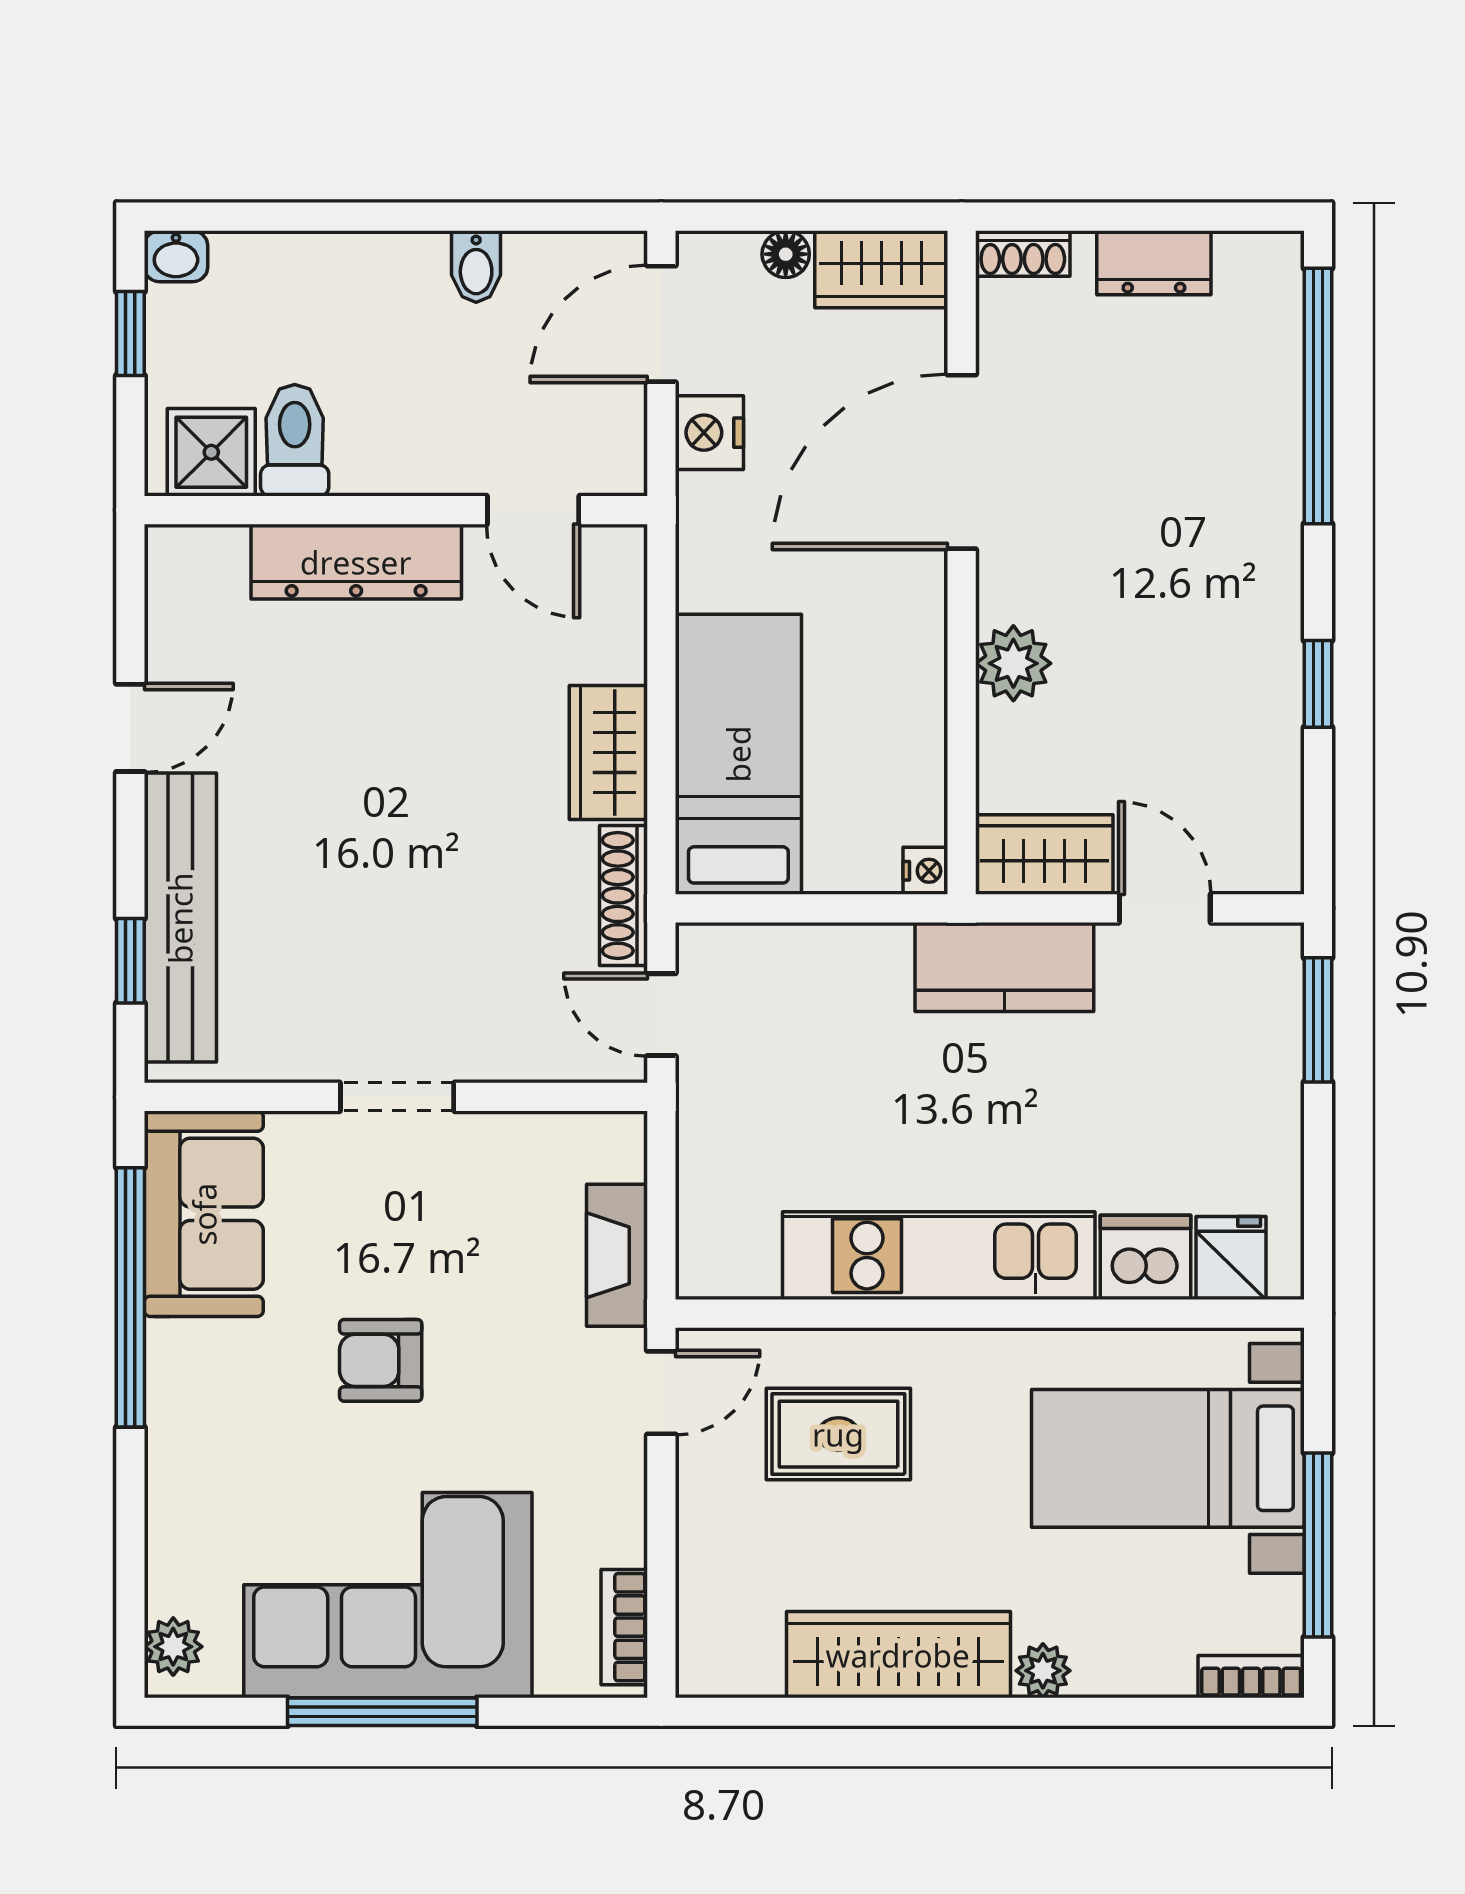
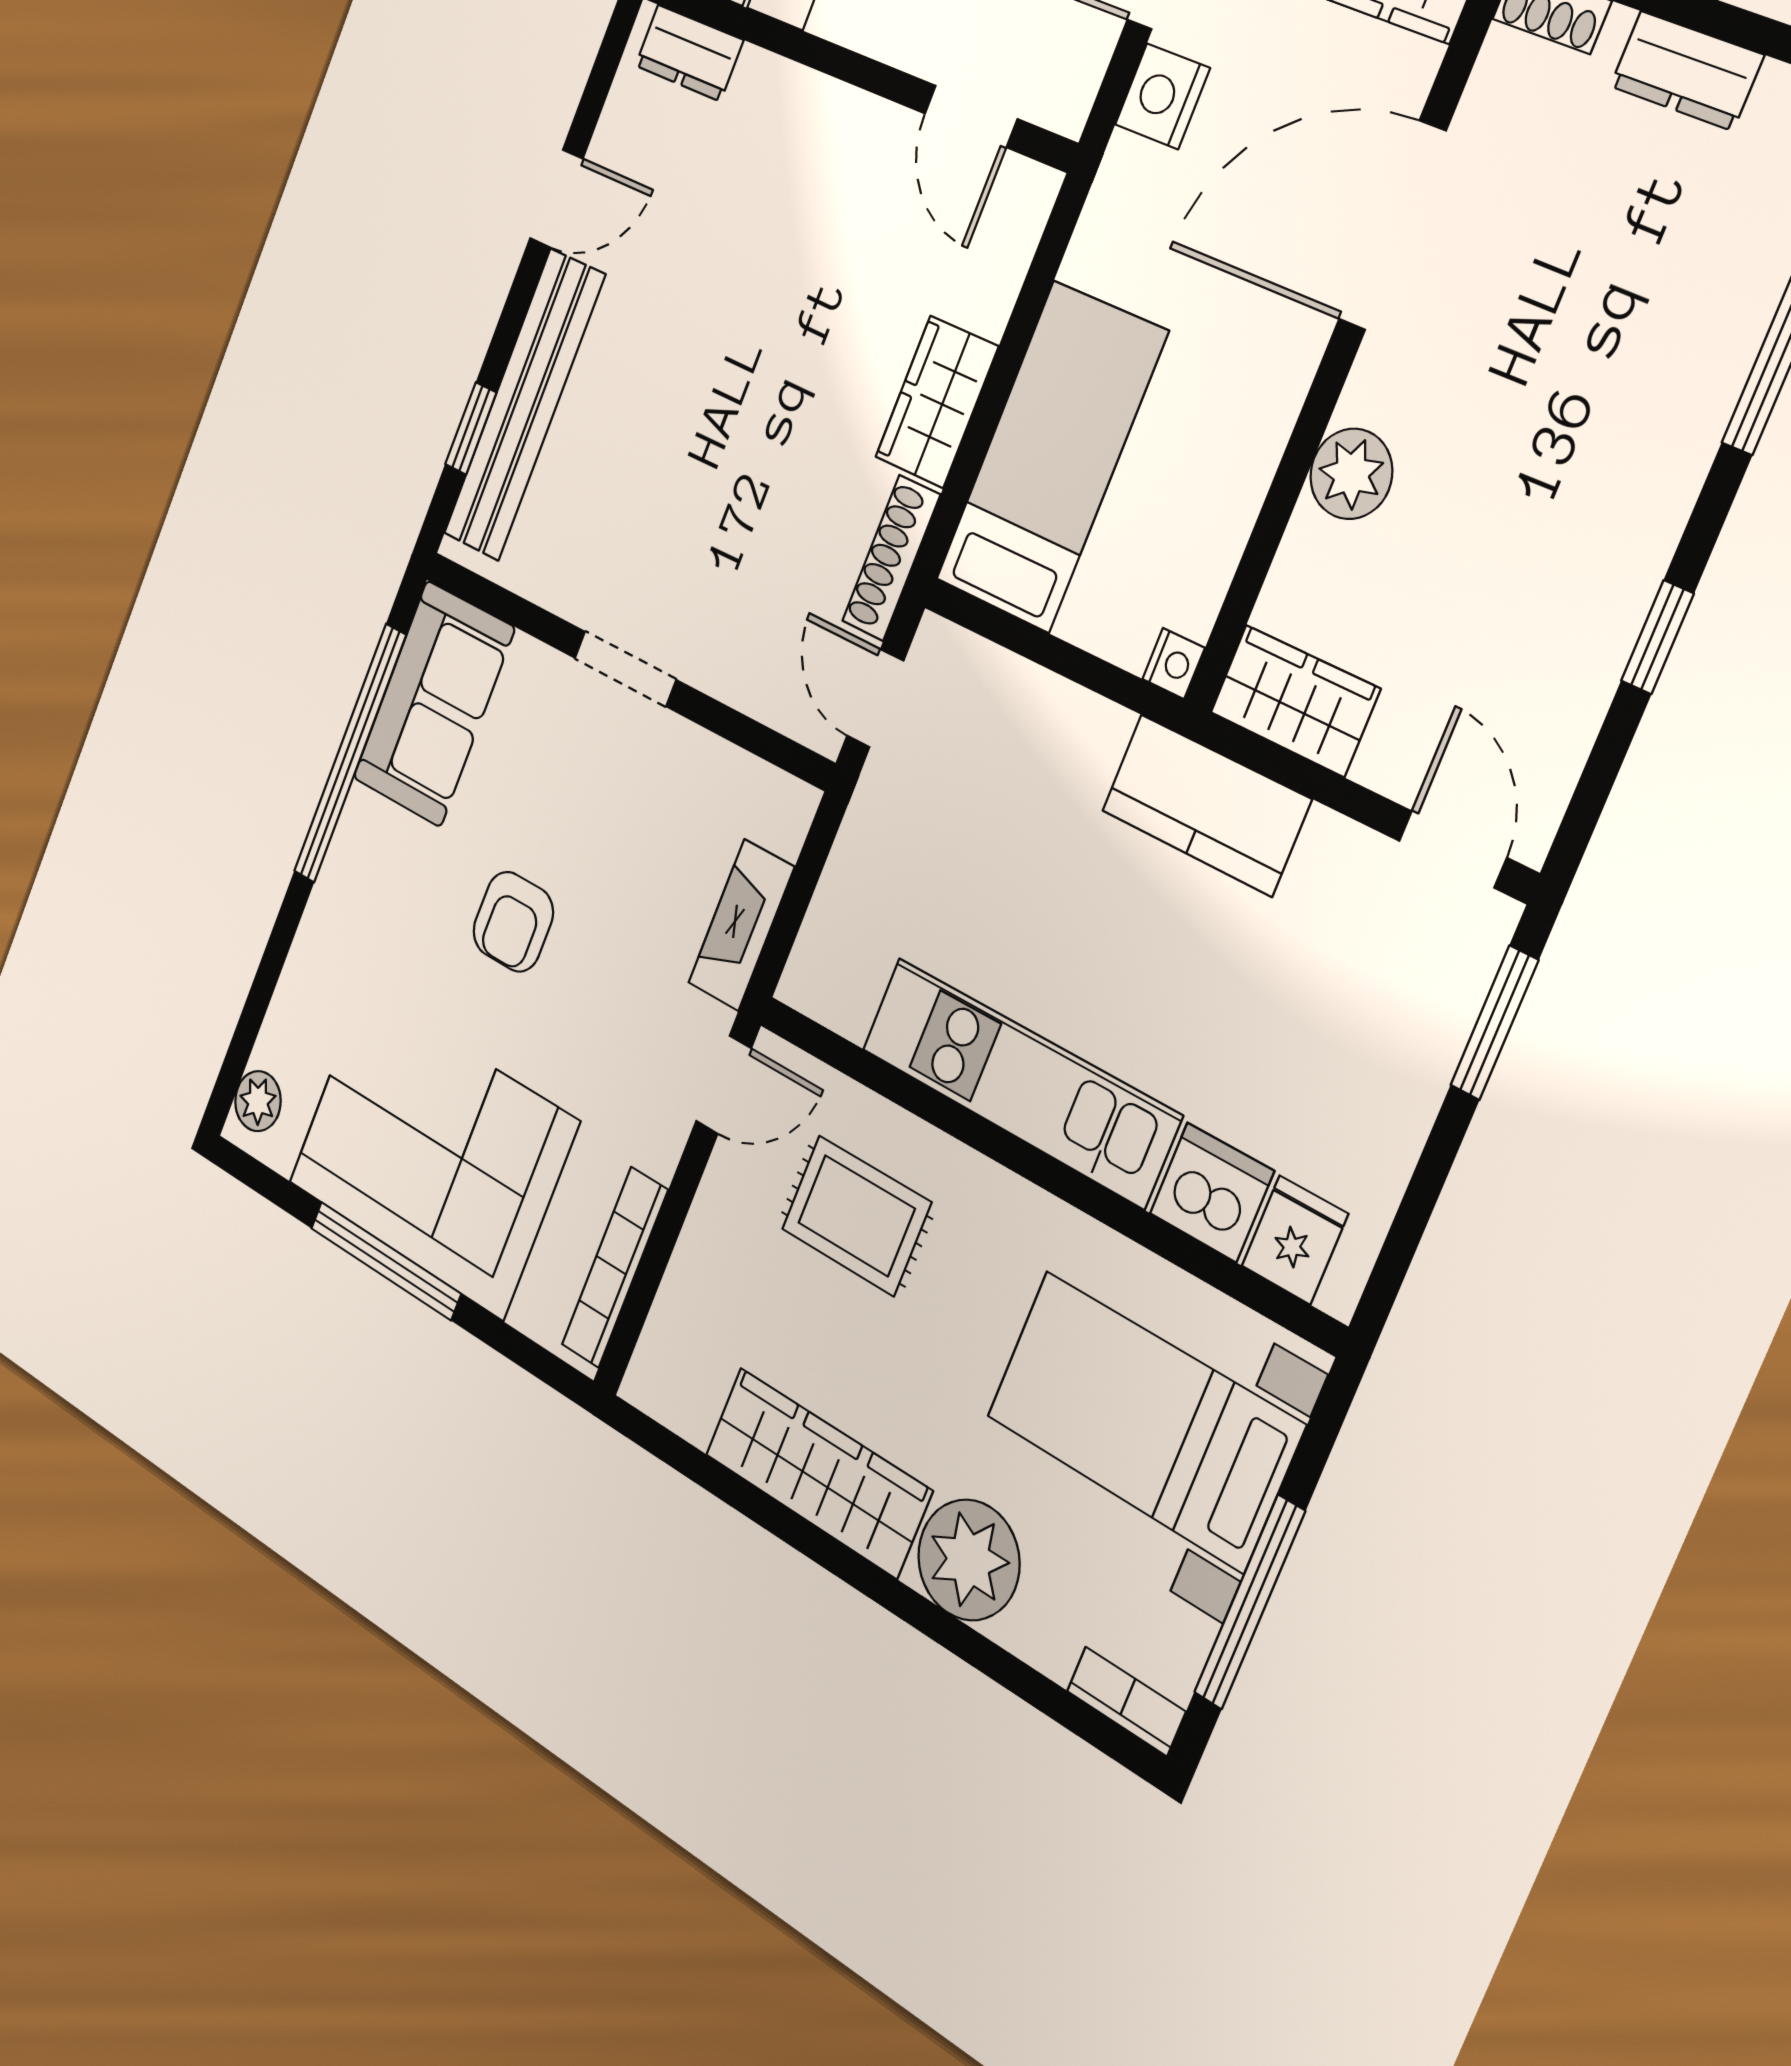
dresser: (356, 562) -> (689, 53), moved, width x0.51, depth x0.80
door: (1165, 908) -> (1453, 849), moved
armchair: (381, 1360) -> (513, 922), turned -90
bookcase: (624, 1627) -> (615, 1267), width x1.56
plant: (1043, 1671) -> (969, 1560), width x1.88, depth x1.88

